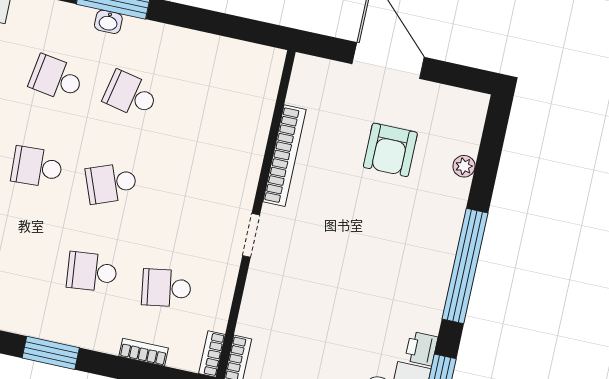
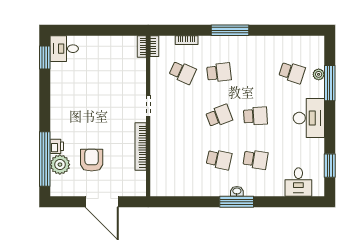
plant: (464, 166) -> (60, 165), width x1.87, depth x1.87
window: (465, 266) -> (45, 159), moved
school desk: (166, 288) -> (182, 72), turned 33
printer: (421, 349) -> (57, 146), moved
window: (51, 353) -> (230, 30), width x1.44

